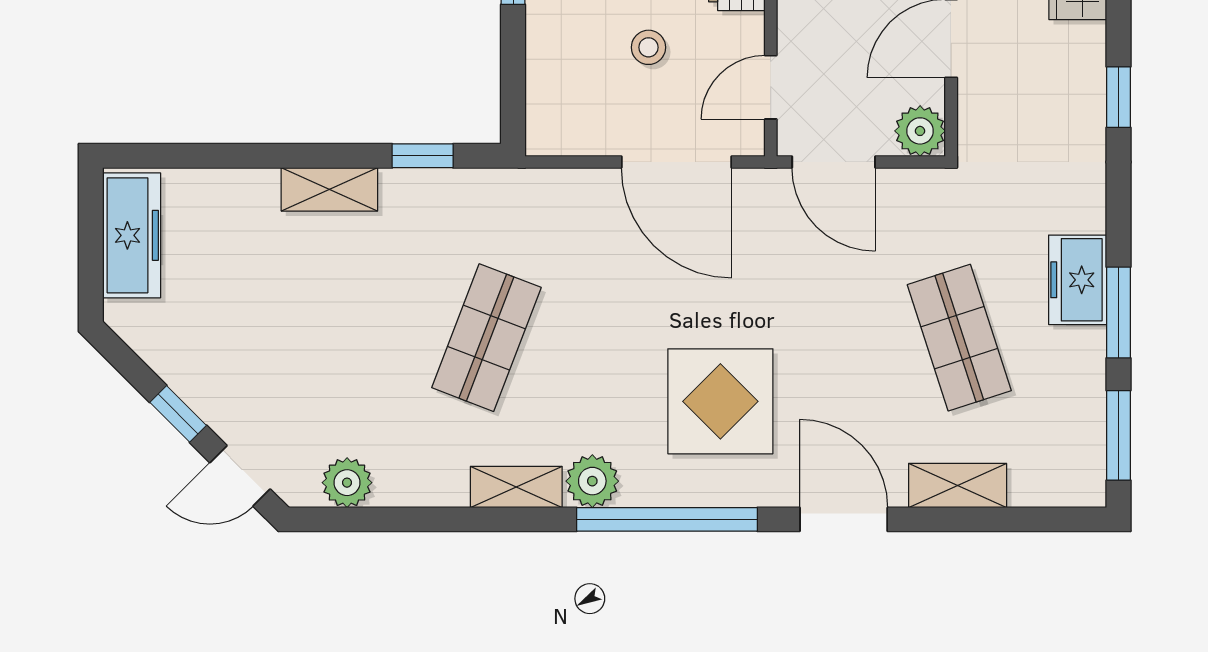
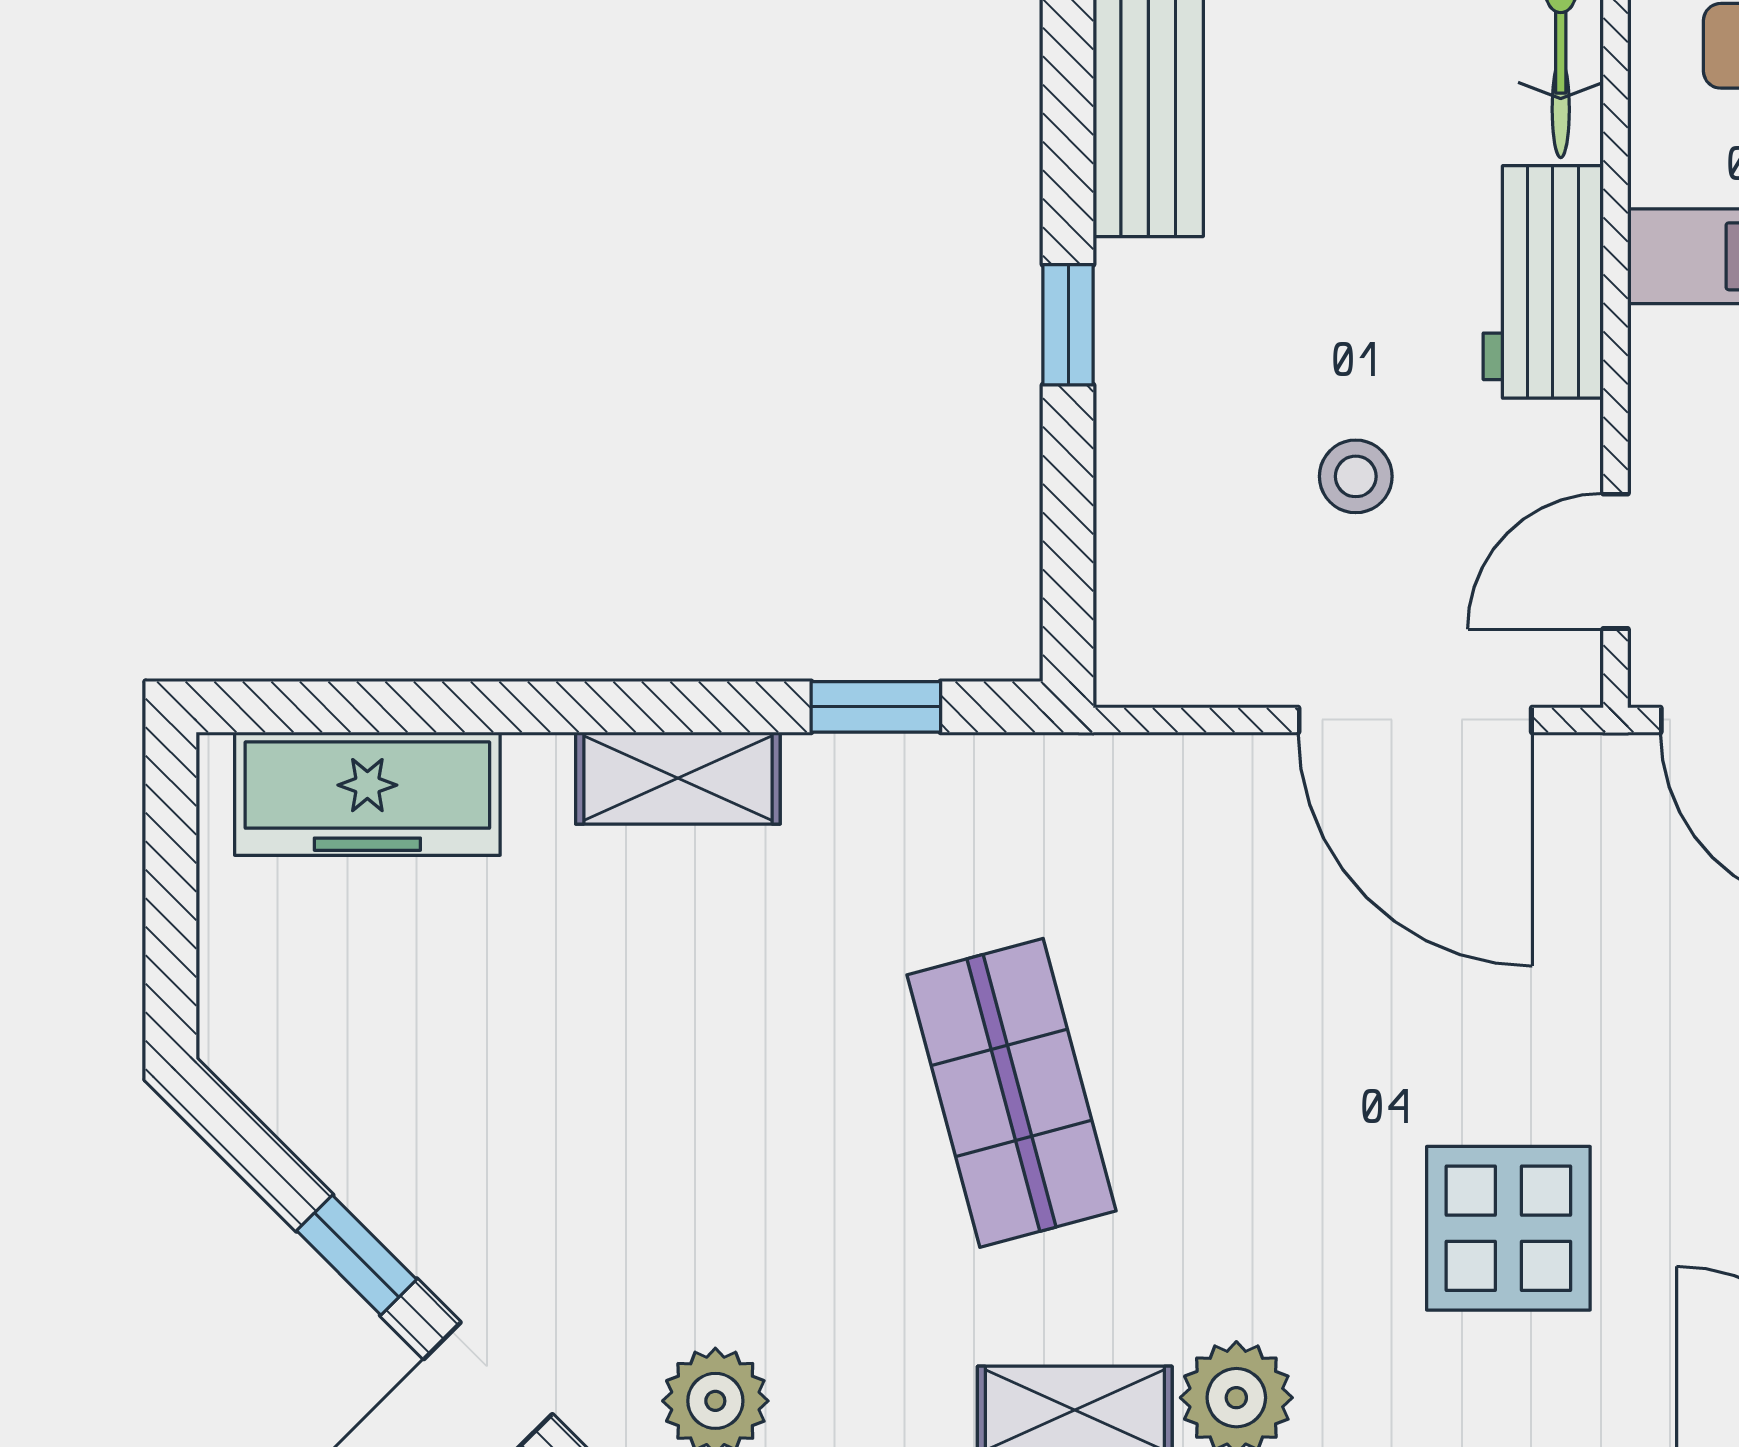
freezer: (132, 235) -> (367, 794), moved, turned 90
shop shelf: (486, 338) -> (1012, 1093), turned -36
display table: (720, 401) -> (1508, 1228), width x0.73, depth x0.73

